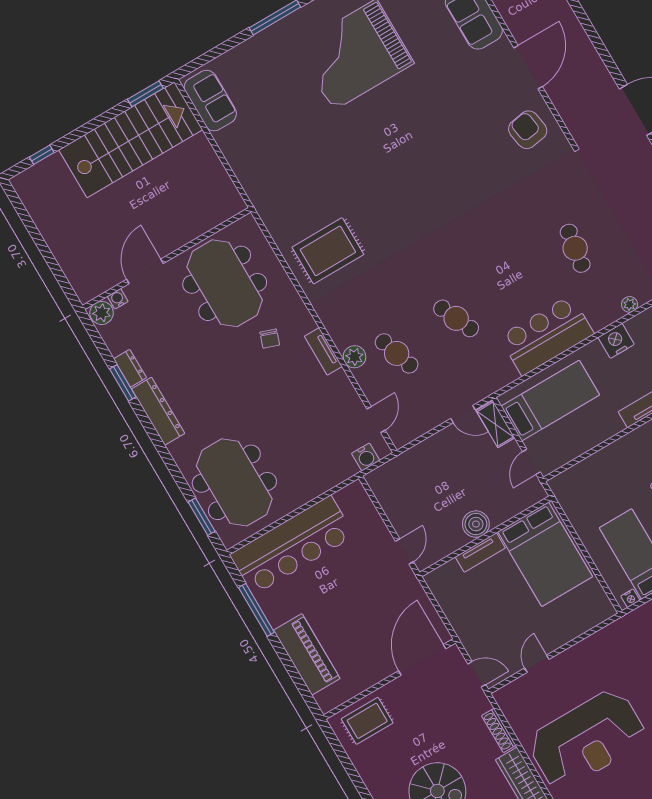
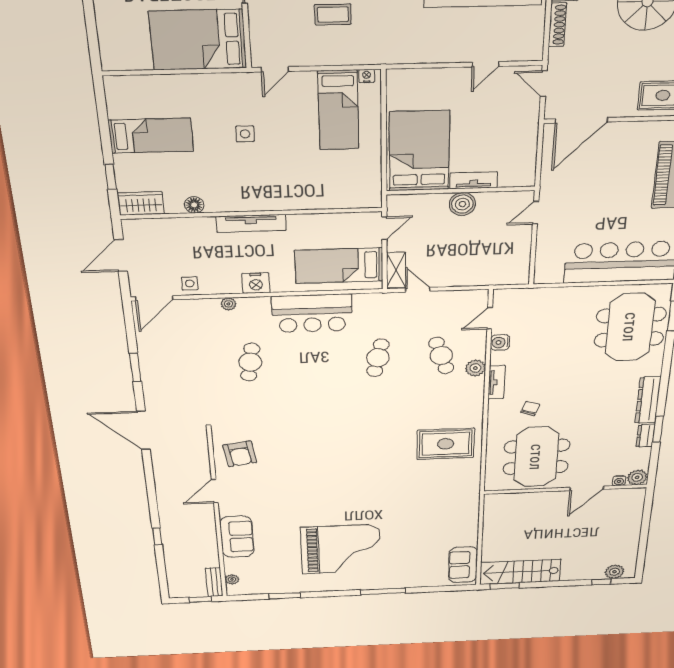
door: (528, 67) -> (215, 491), width x0.73
stairs: (131, 140) -> (520, 572), width x0.73, depth x0.66
plant: (37, 176) -> (614, 572), added
cafe table: (456, 318) -> (378, 358), turned 36
water cooler: (366, 457) -> (500, 342), moved, turned -90

